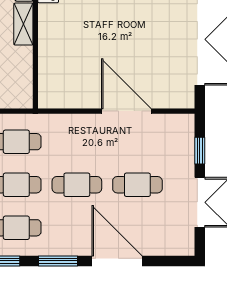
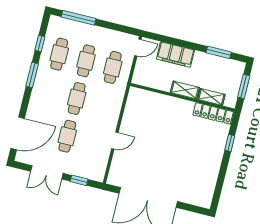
door: (126, 111) -> (115, 141), width x0.53
door: (117, 261) -> (18, 133), moved

